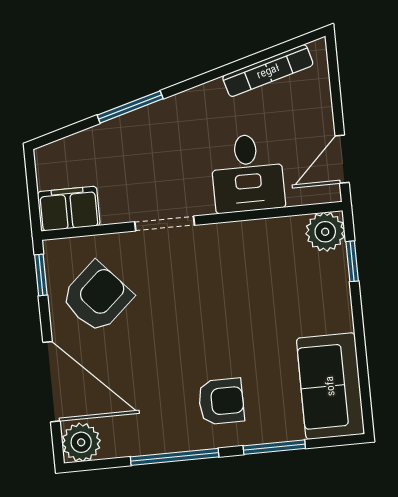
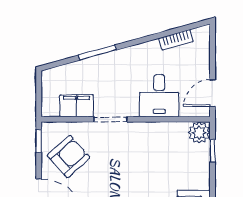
bookcase: (268, 71) -> (176, 40), width x0.64
filing cabinet: (69, 209) -> (77, 106), moved

